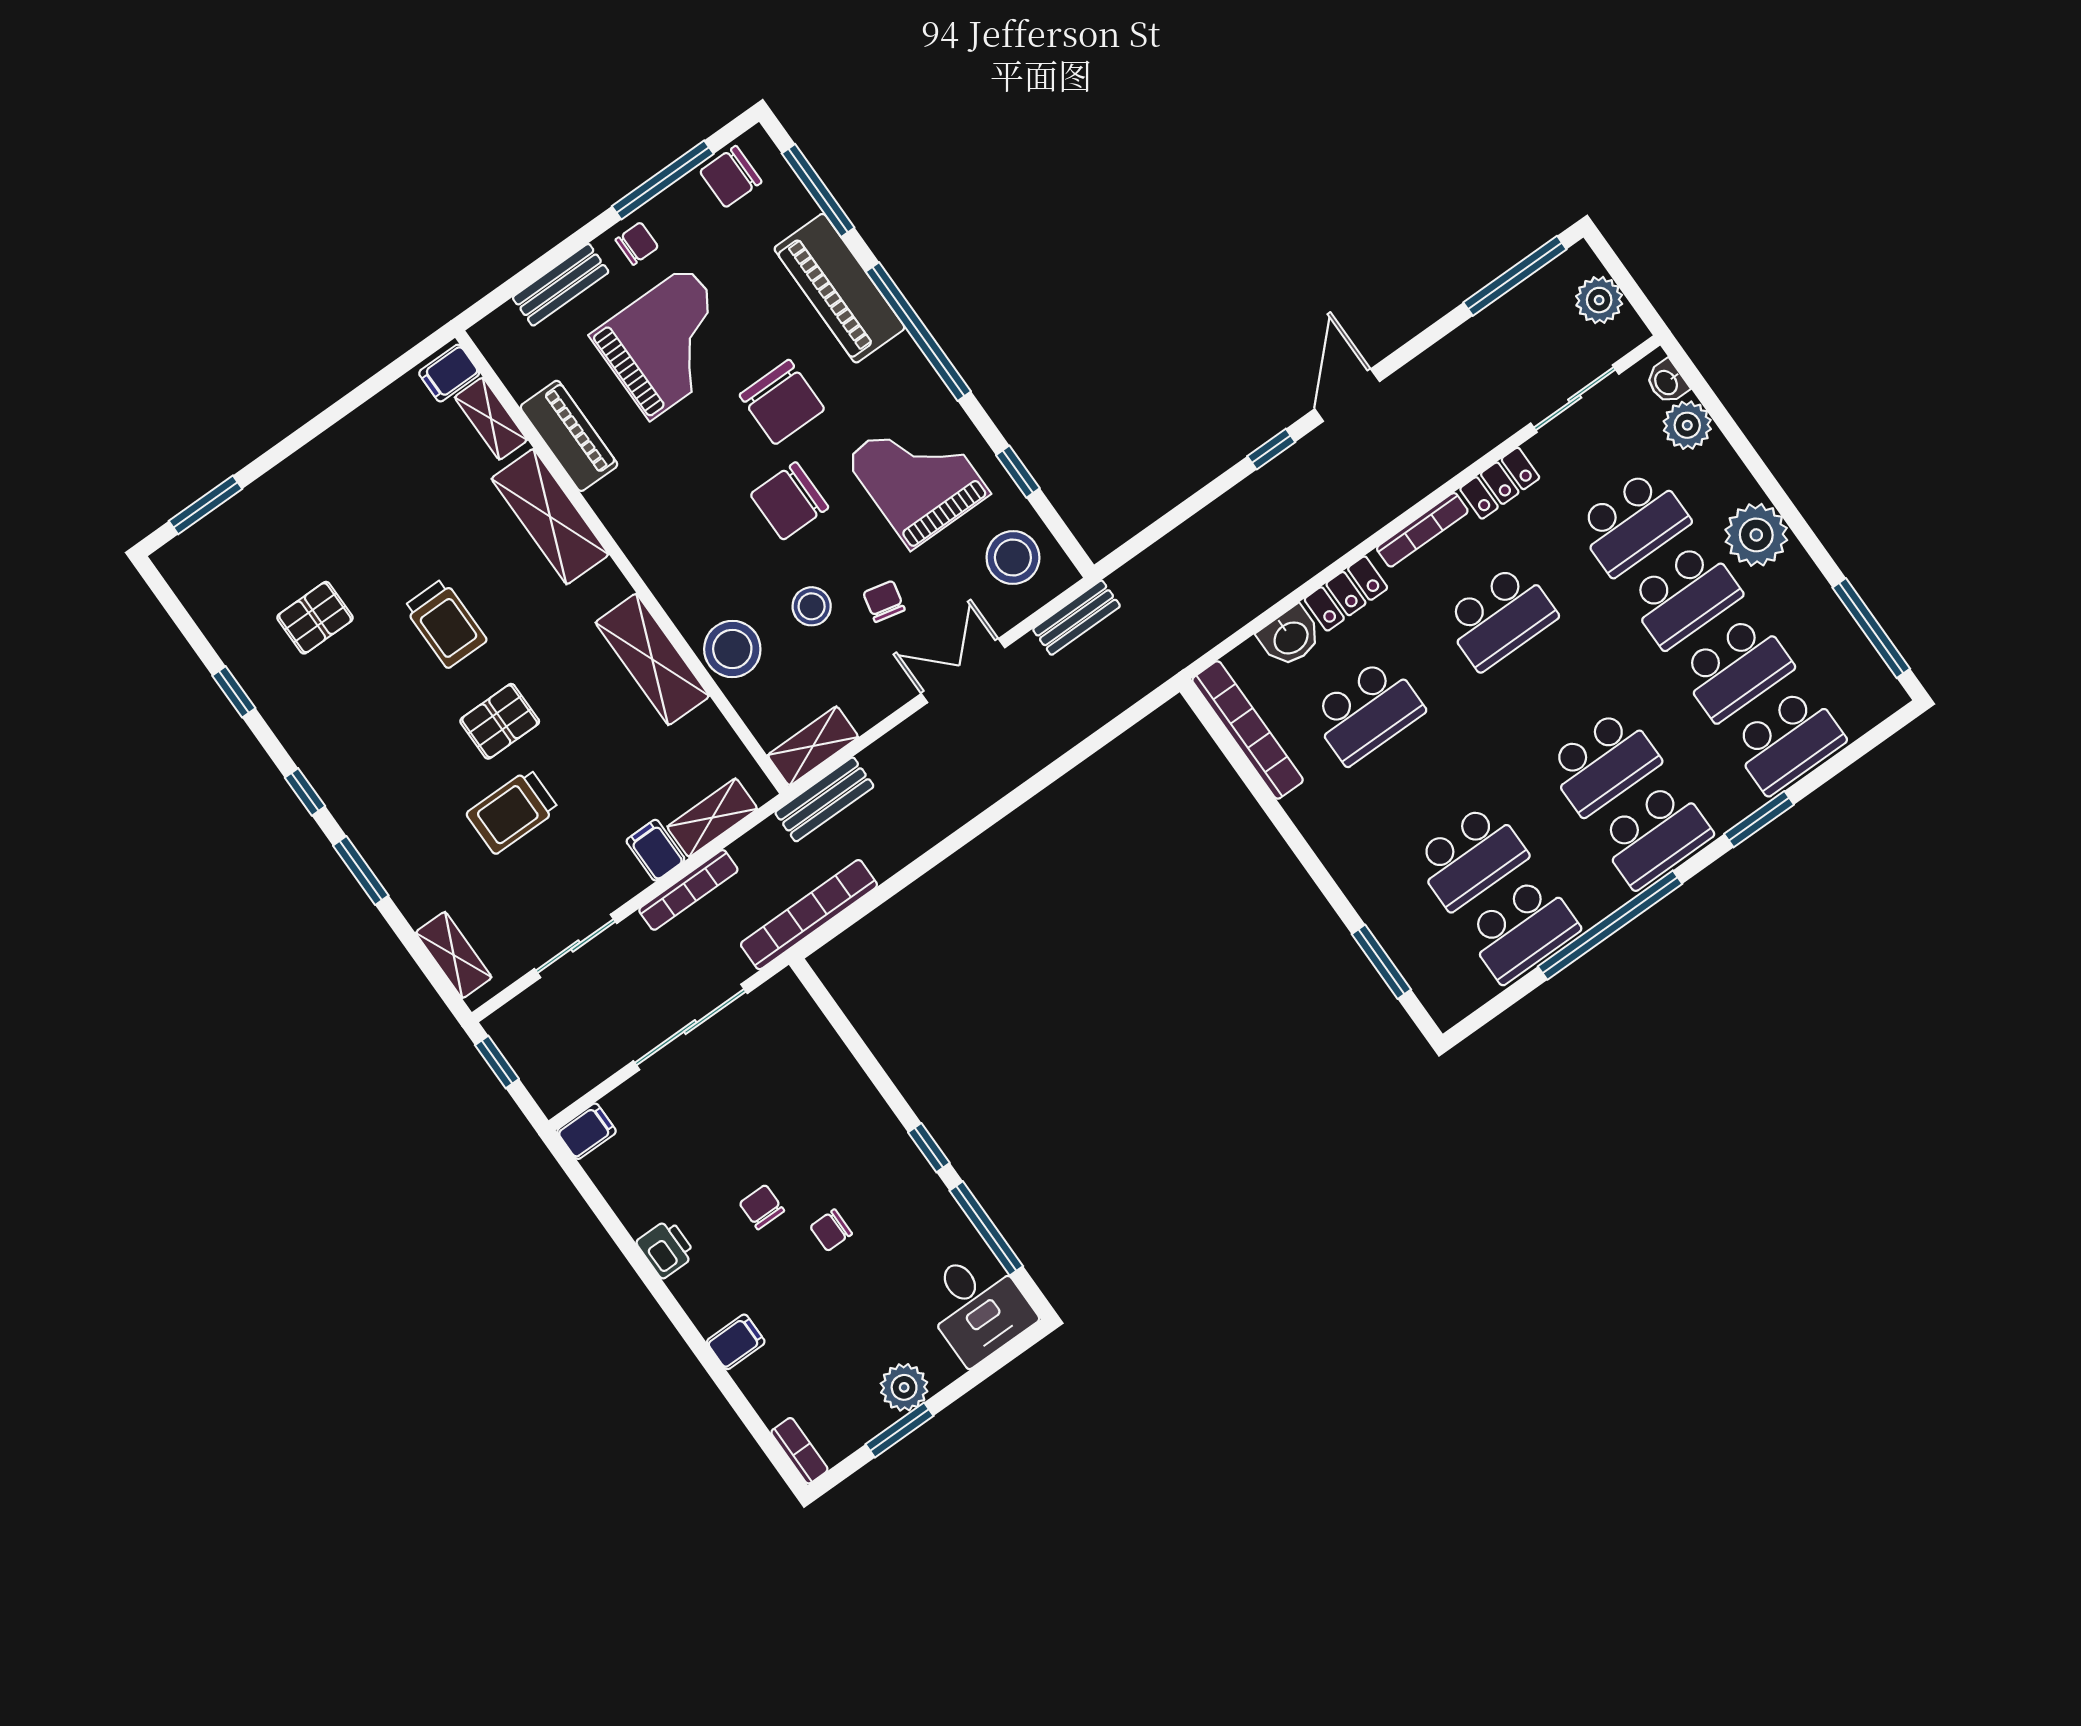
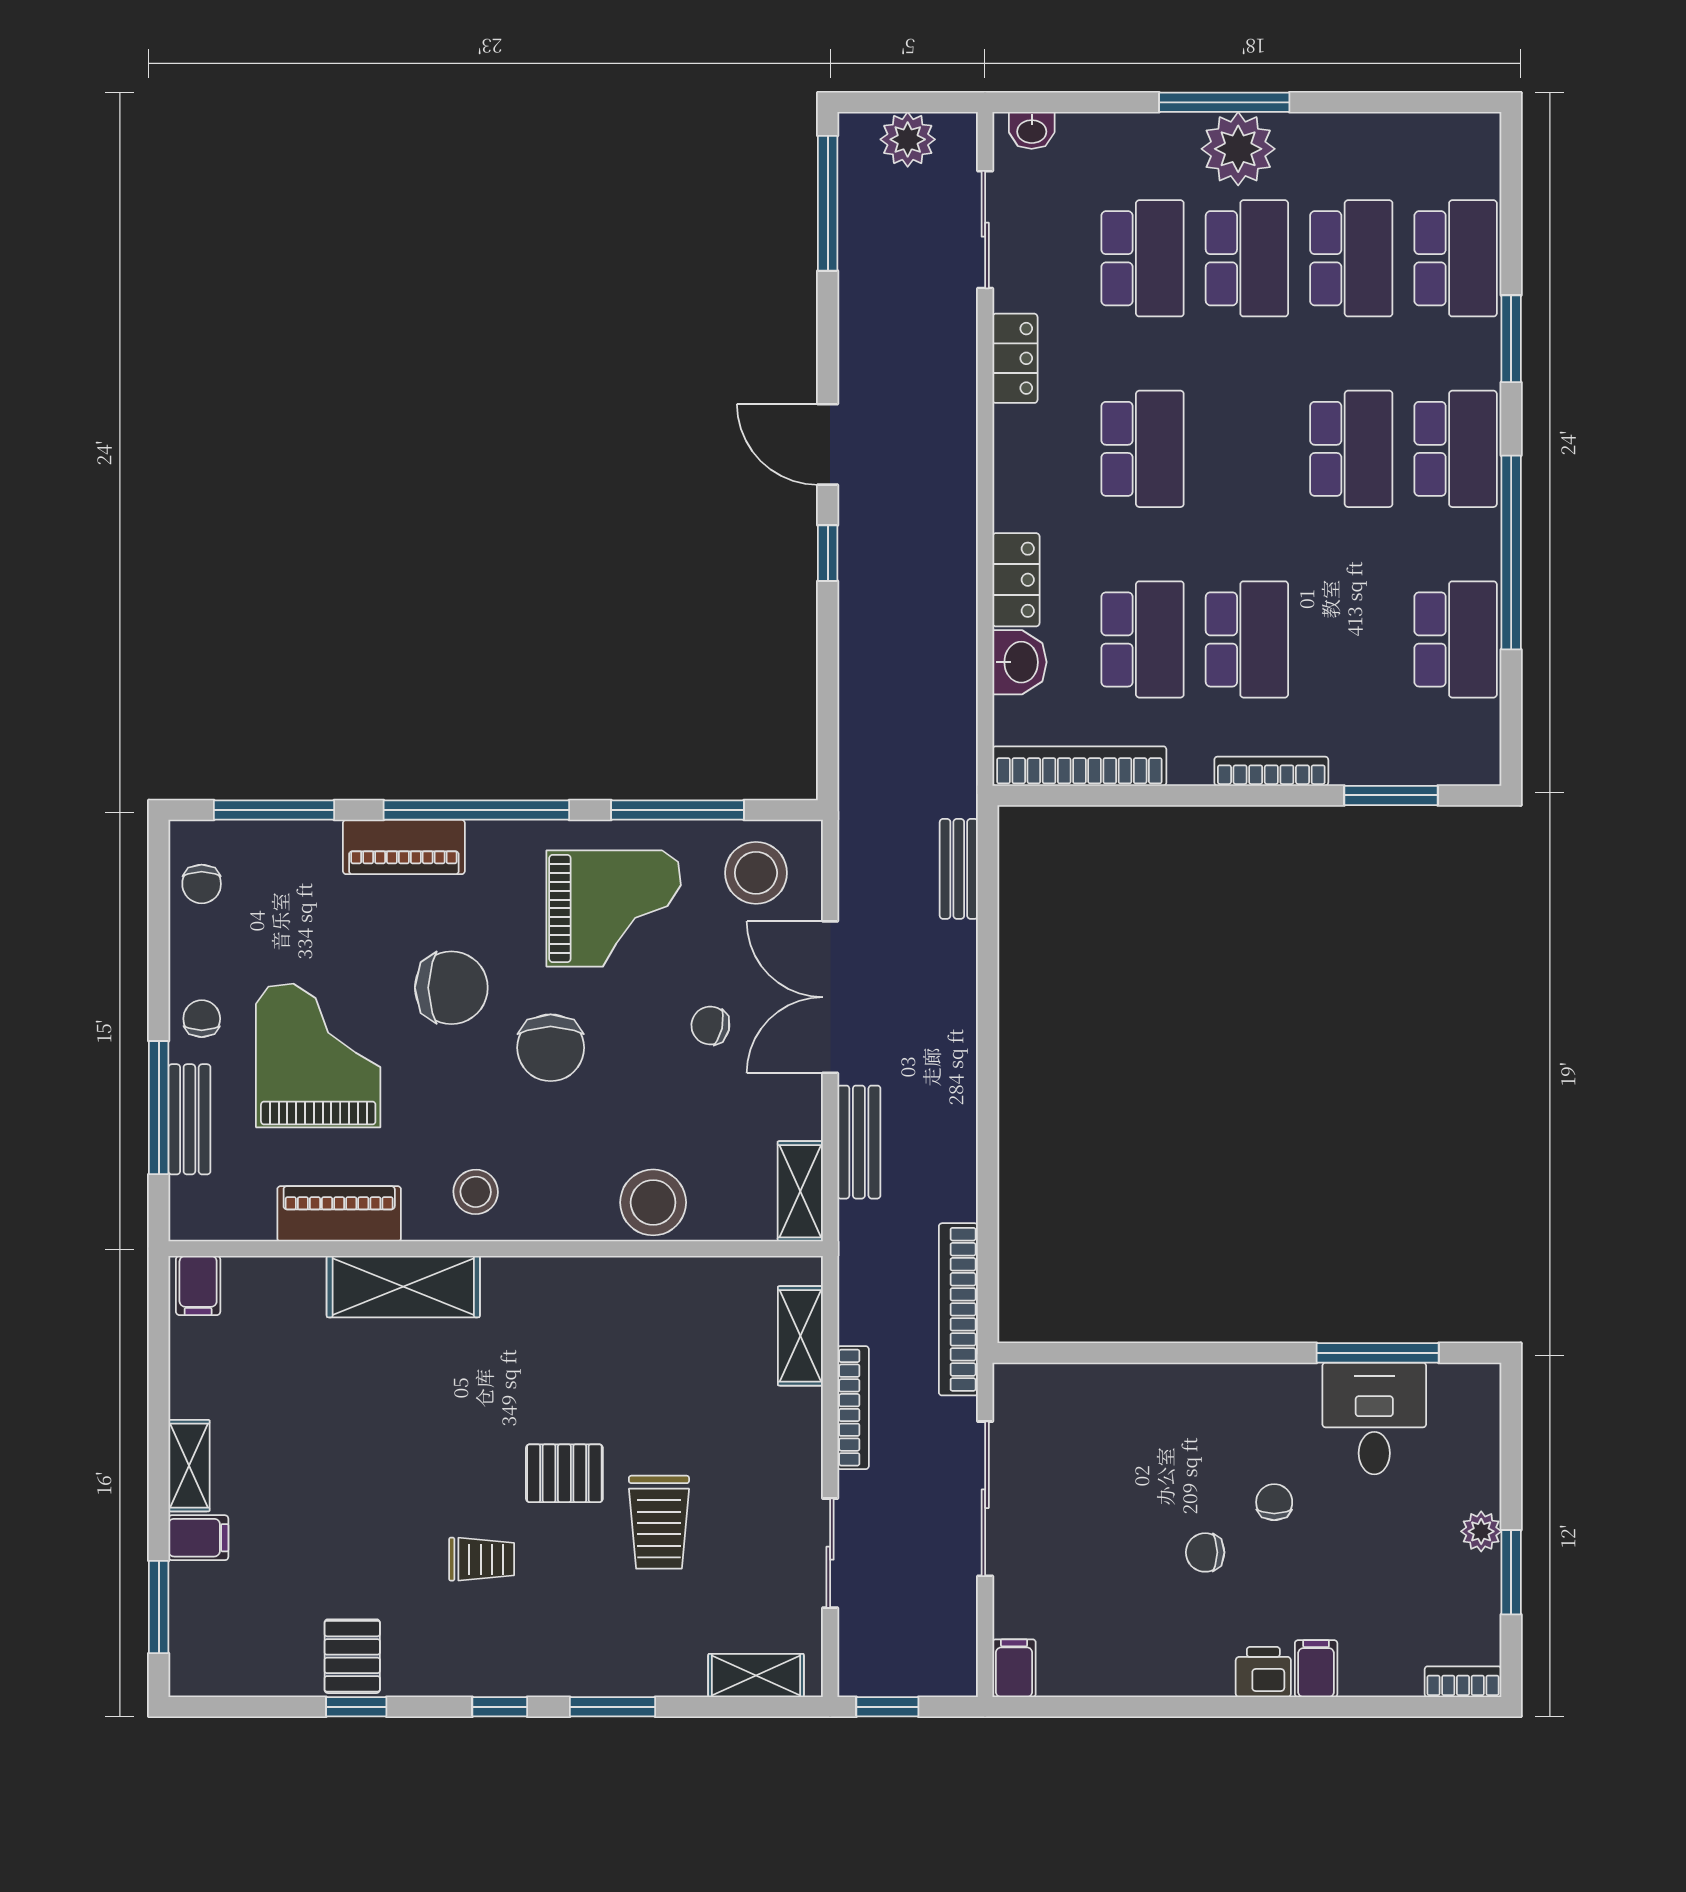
chair: (731, 177) -> (202, 884), width x0.73, depth x0.73
window: (663, 180) -> (159, 1108), moved
piano: (839, 288) -> (404, 847), width x0.73, depth x0.75
shelving: (491, 419) -> (189, 1466), moved, turned 90
plant: (1687, 425) -> (1087, 140), removed
window: (1018, 472) -> (678, 810), width x2.17
grand piano: (918, 476) -> (614, 908), turned 180
bookcase: (1422, 530) -> (1271, 771), moved, turned -90
stool: (812, 606) -> (476, 1192), moved
pallet: (315, 618) -> (352, 1656), moved
bench: (1076, 618) -> (959, 869), moved
trolley: (445, 624) -> (482, 1559), moved, width x0.73, depth x0.72
window: (1871, 628) -> (1224, 102), moved
shelving: (652, 659) -> (609, 1286), removed
double door: (963, 671) -> (830, 997), width x1.37
pallet: (500, 721) -> (564, 1473), turned 90
bench: (824, 799) -> (859, 1142), moved
filing cabinet: (655, 850) -> (198, 1538), moved, turned 180
school desk: (1470, 857) -> (1247, 639), moved
window: (929, 1148) -> (1262, 1353), removed
chair: (831, 1230) -> (1274, 1502), turned 180
printer: (666, 1249) -> (1263, 1672), moved
desk: (977, 1306) -> (1374, 1418), moved, turned -90
plant: (904, 1387) -> (1481, 1531), width x0.73, depth x0.73

